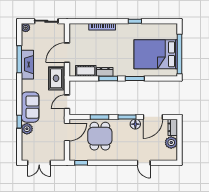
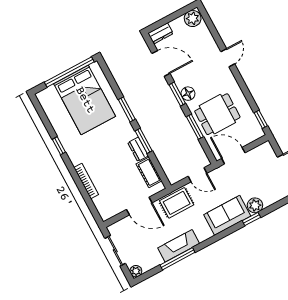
floor lamp: (135, 124) -> (188, 94), moved
plant: (171, 143) -> (193, 18), moved
door: (144, 163) -> (228, 58), moved

